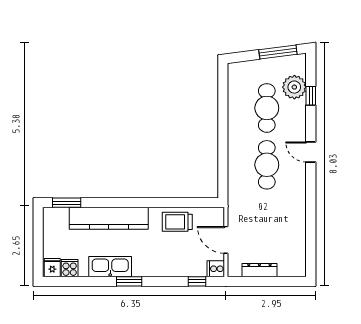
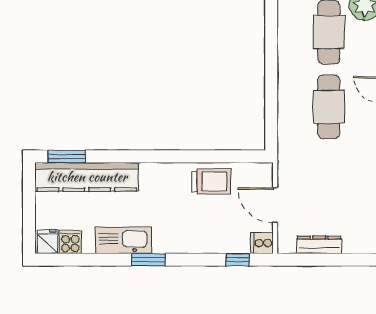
kitchen counter: (109, 218) -> (87, 177), moved
trolley: (177, 222) -> (211, 182), turned 180

